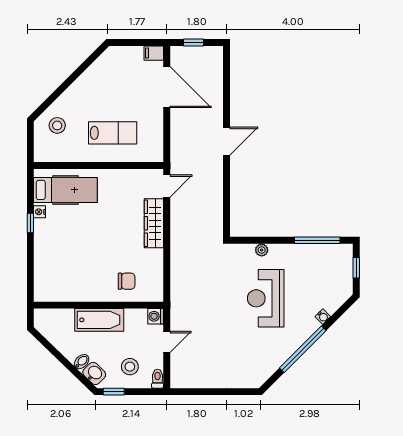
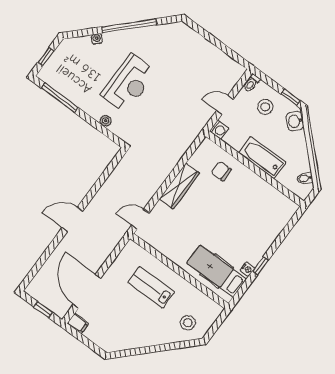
wardrobe: (154, 223) -> (179, 186), moved
bidet: (82, 362) -> (305, 178), moved

